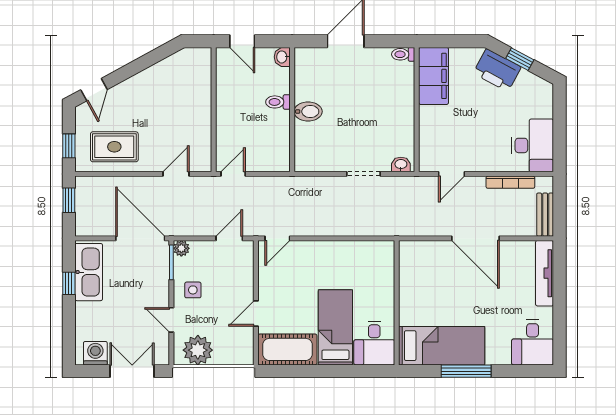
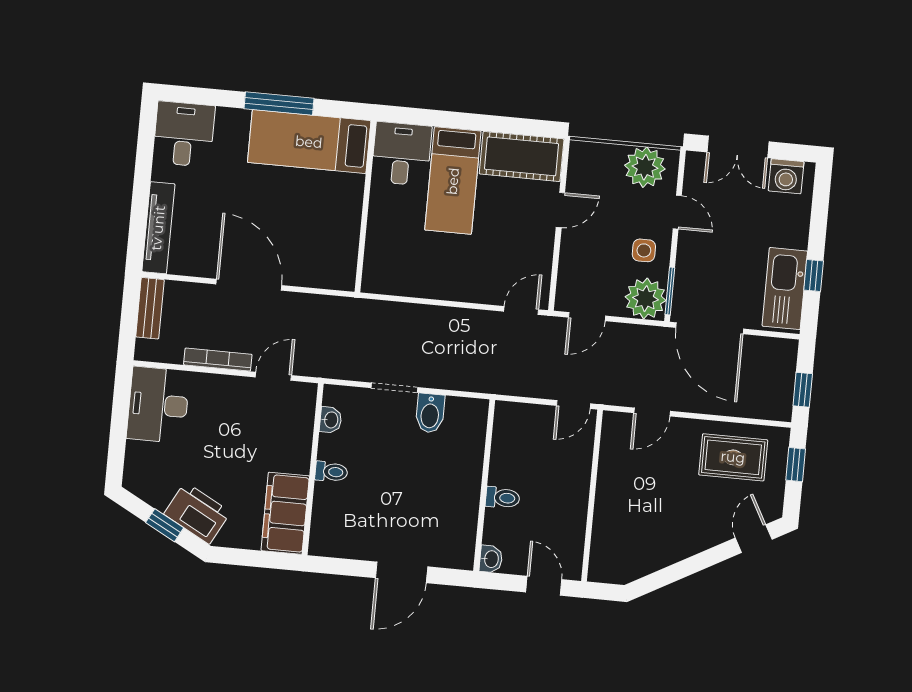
toilet: (403, 54) -> (331, 472), moved
bidet: (308, 111) -> (430, 413), moved, turned -90
washbasin: (401, 164) -> (331, 420), moved, turned -90
bookcase: (510, 182) -> (218, 360), moved
plant: (181, 248) -> (646, 299), width x1.88, depth x1.88

